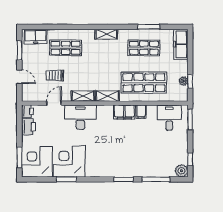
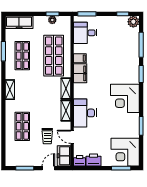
freezer: (36, 36) -> (64, 156), moved, turned 180
corner desk: (69, 161) -> (125, 98), moved

